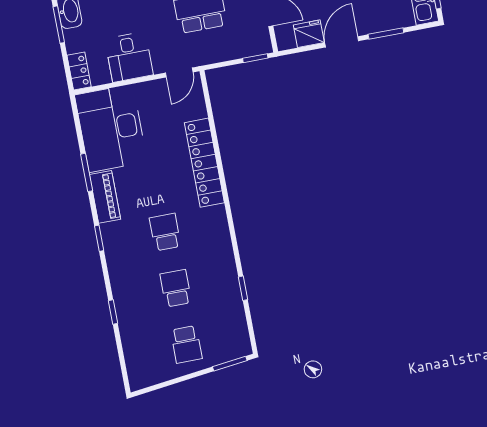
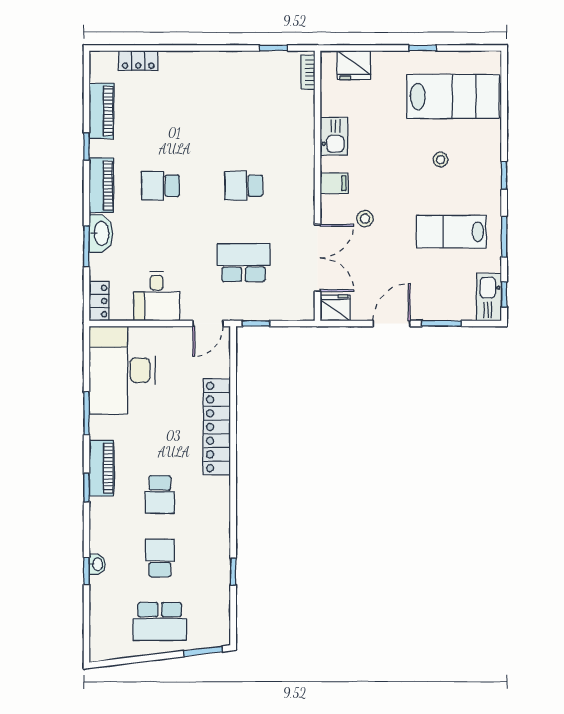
fridge: (309, 34) -> (335, 308), moved
window: (255, 58) -> (256, 323), moved
piano: (105, 197) -> (102, 468), moved
school desk: (165, 232) -> (160, 494), turned 180
washbasin: (121, 304) -> (97, 564), added
school desk: (186, 344) -> (160, 621), width x1.85

